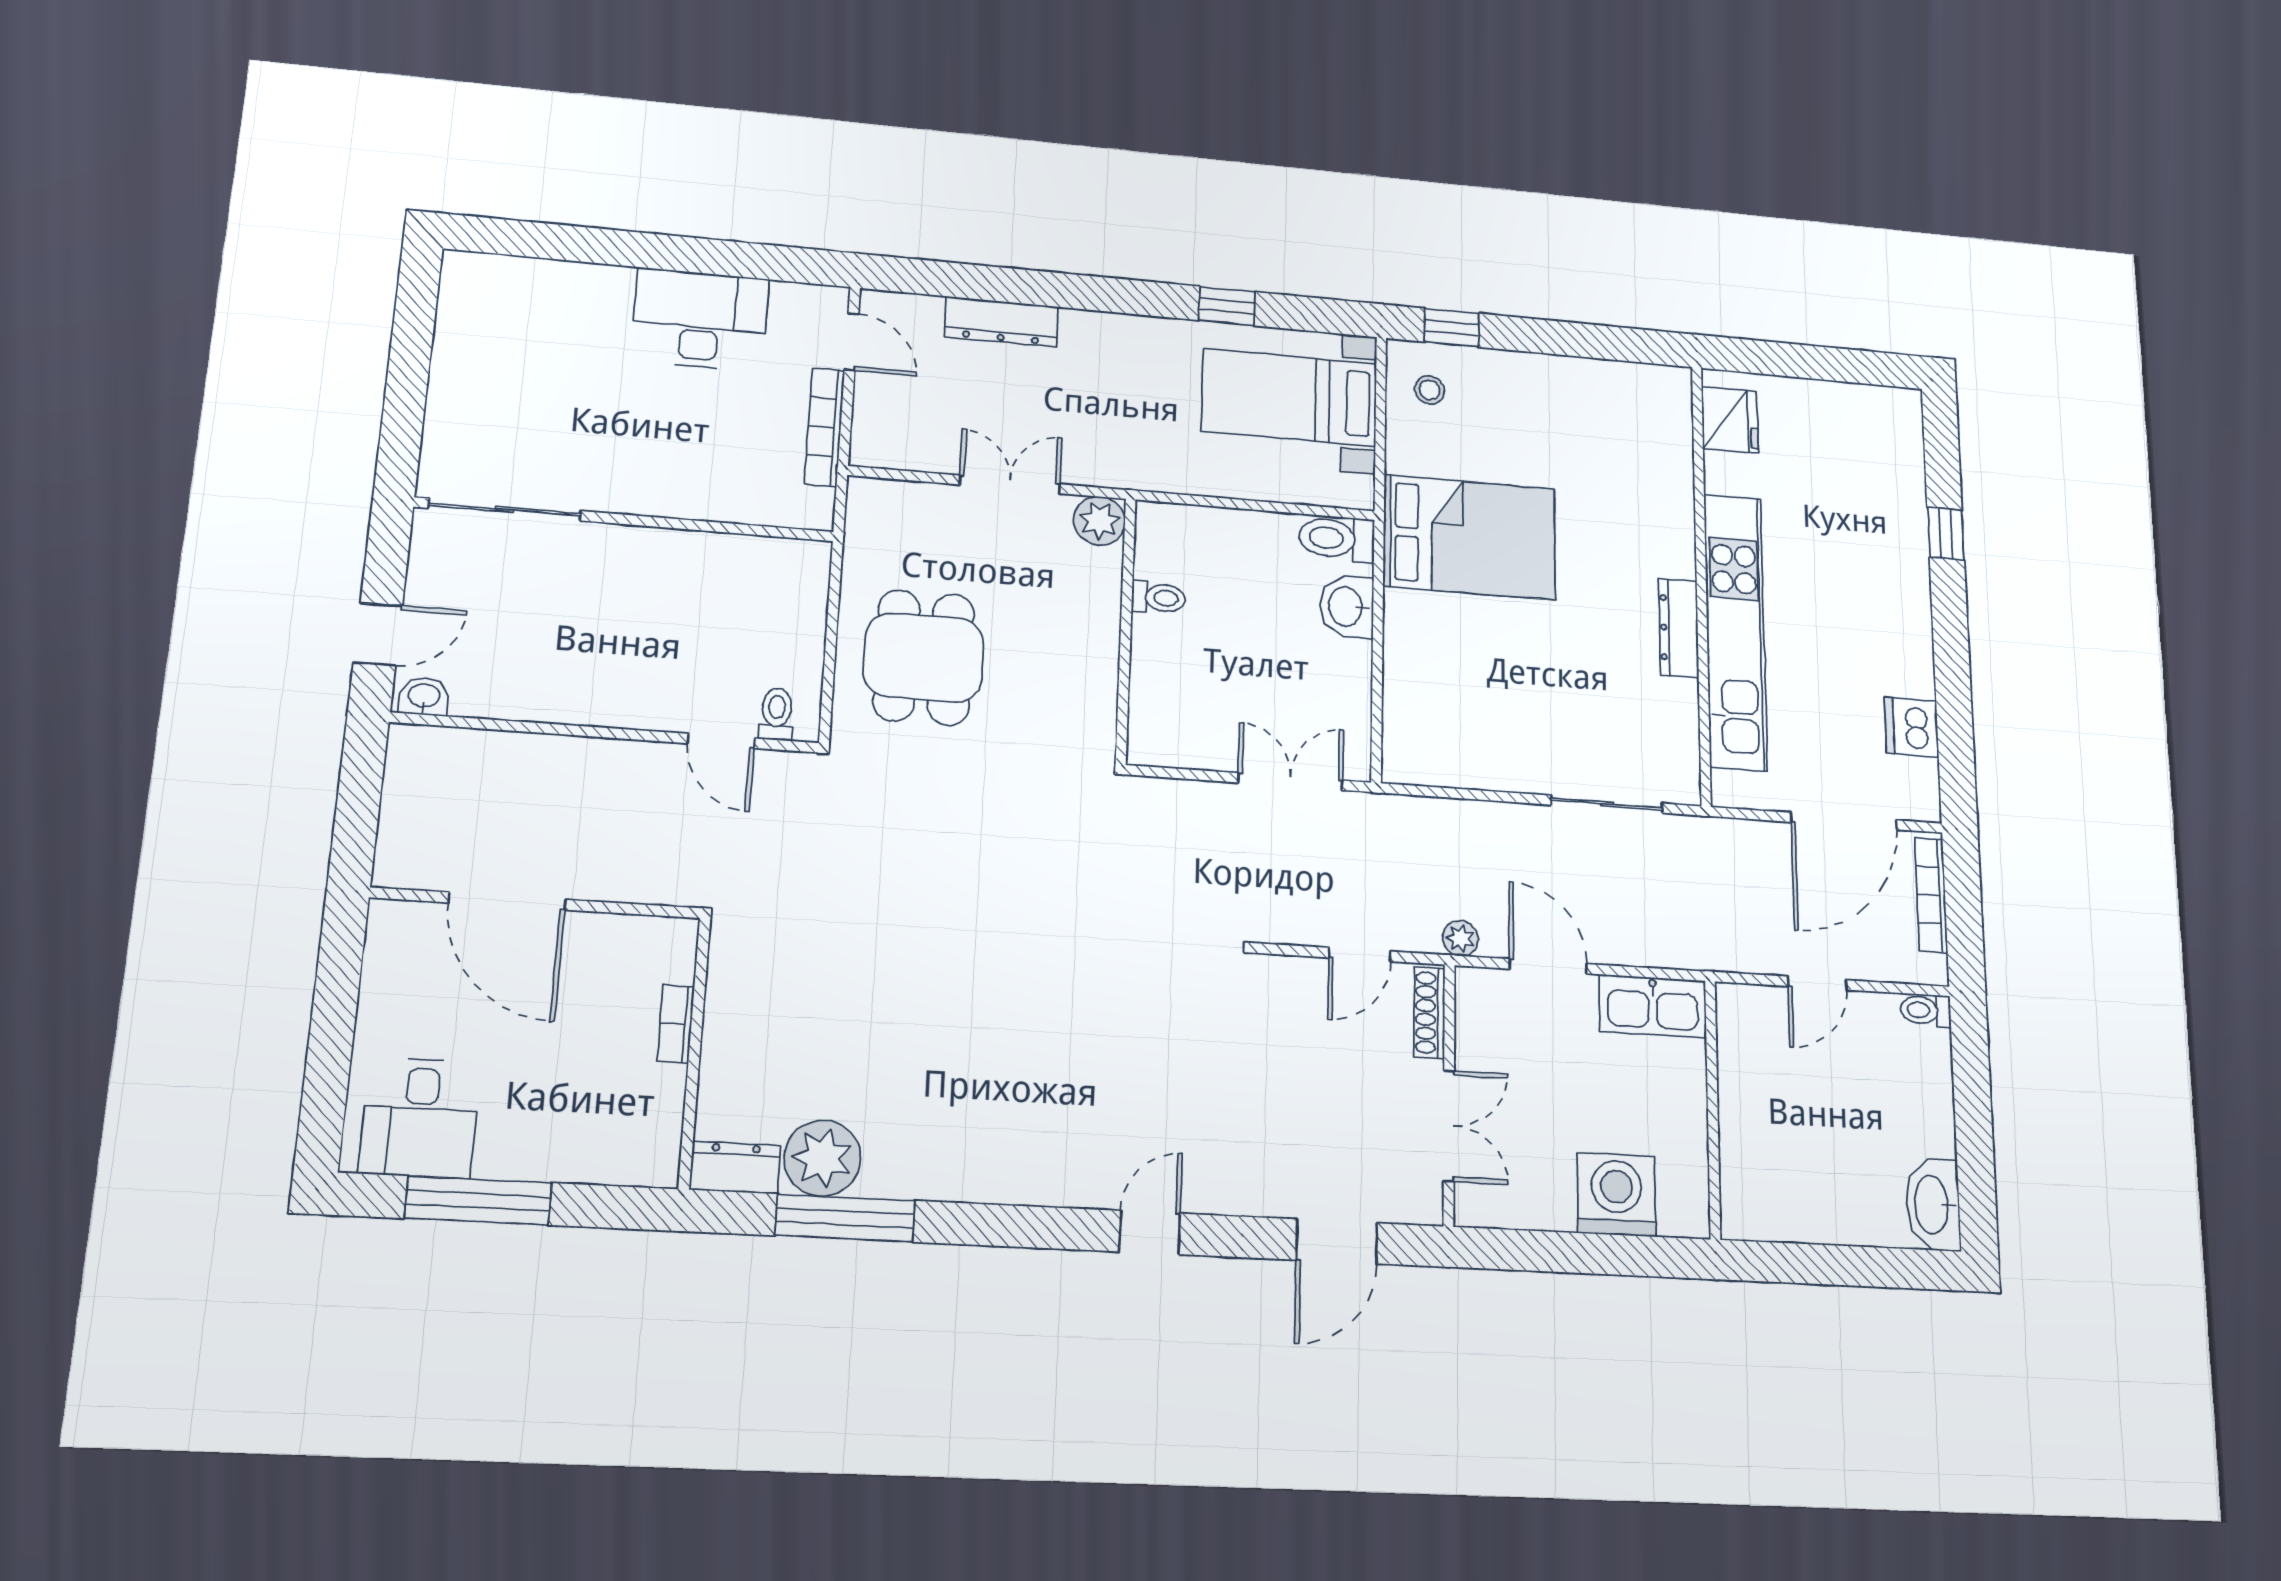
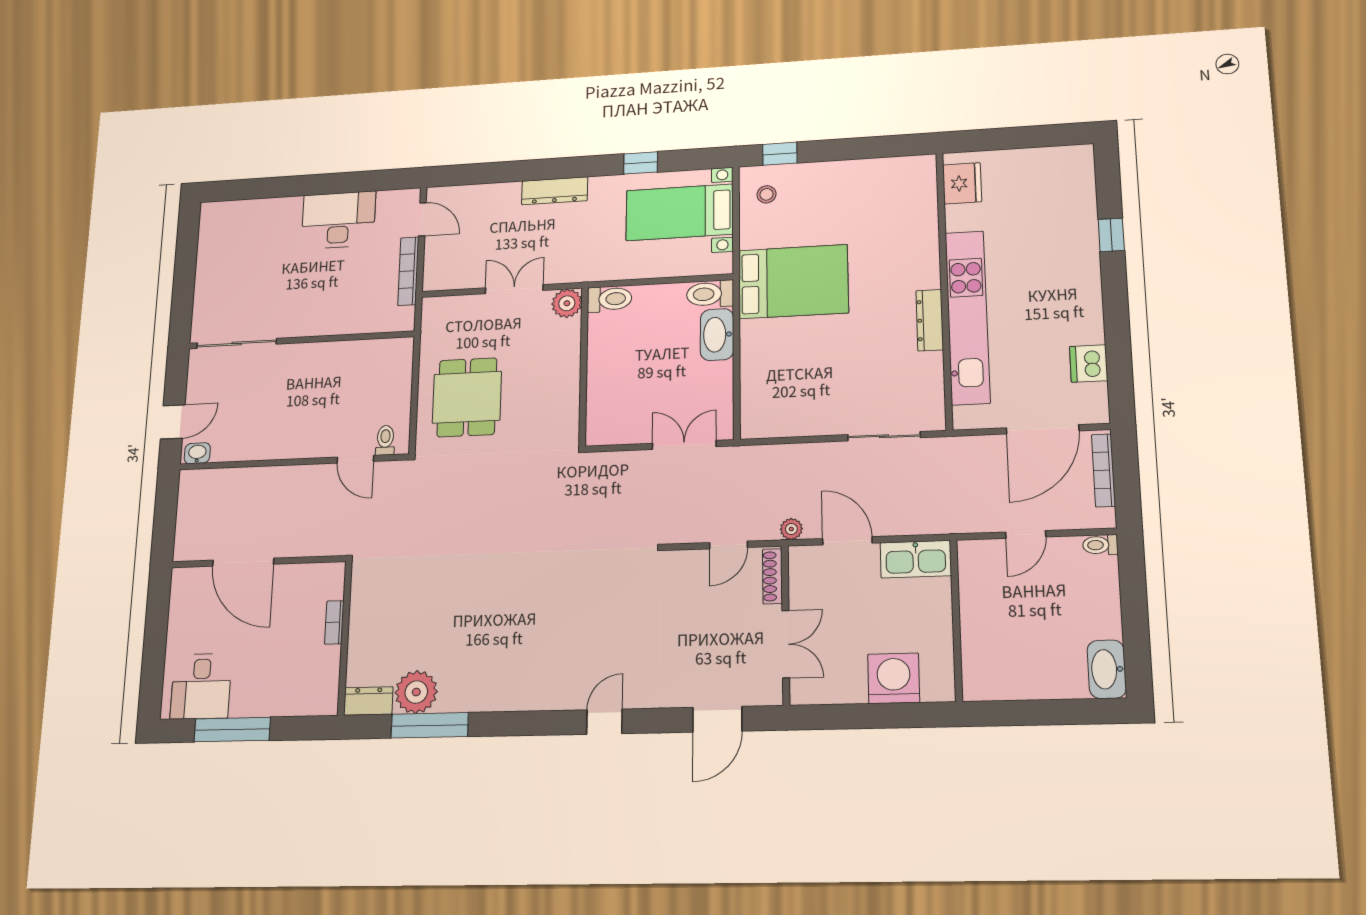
dresser: (1001, 322) -> (555, 191), moved
toilet: (1159, 598) -> (610, 299), moved, width x1.37, depth x1.39
washbasin: (1347, 607) -> (717, 335), width x1.38

